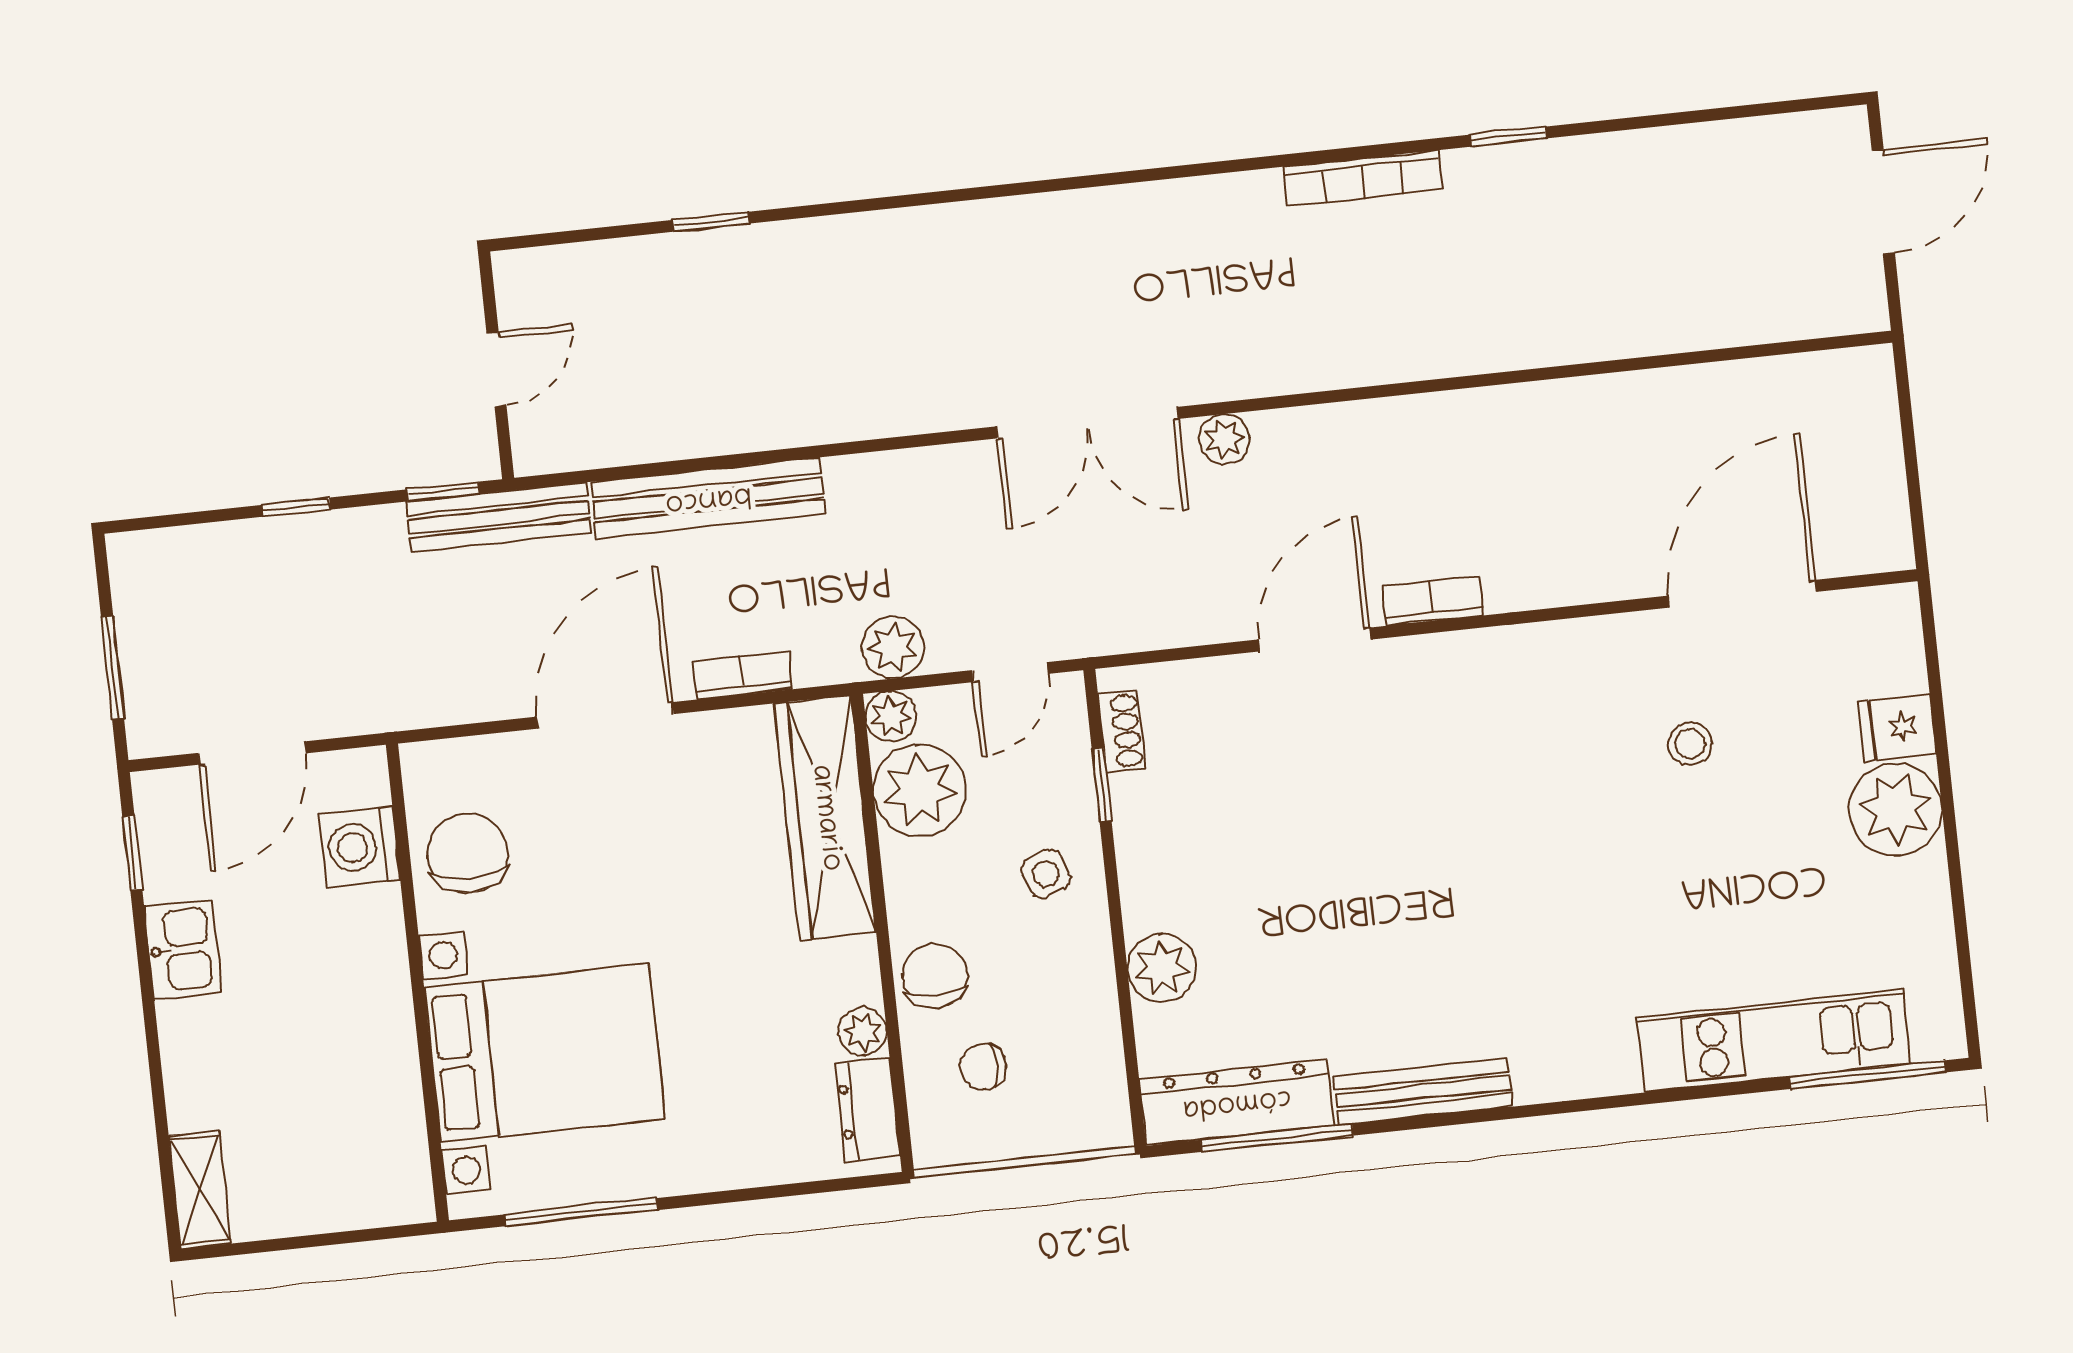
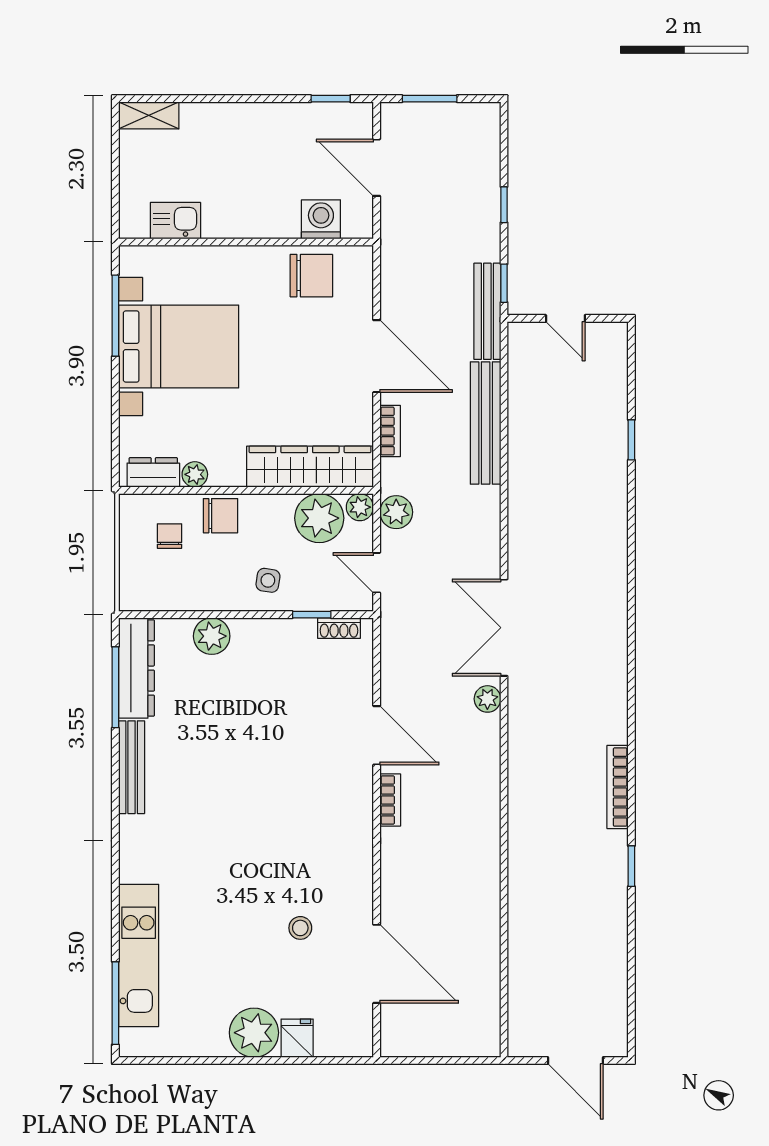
side table: (1046, 874) -> (268, 580), turned 30
kitchen sink: (183, 949) -> (175, 221), moved, turned 180
bed with nightstands: (545, 1053) -> (179, 347), moved, turned -90

